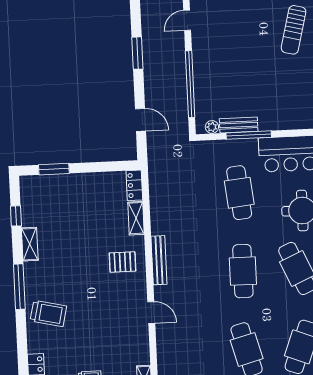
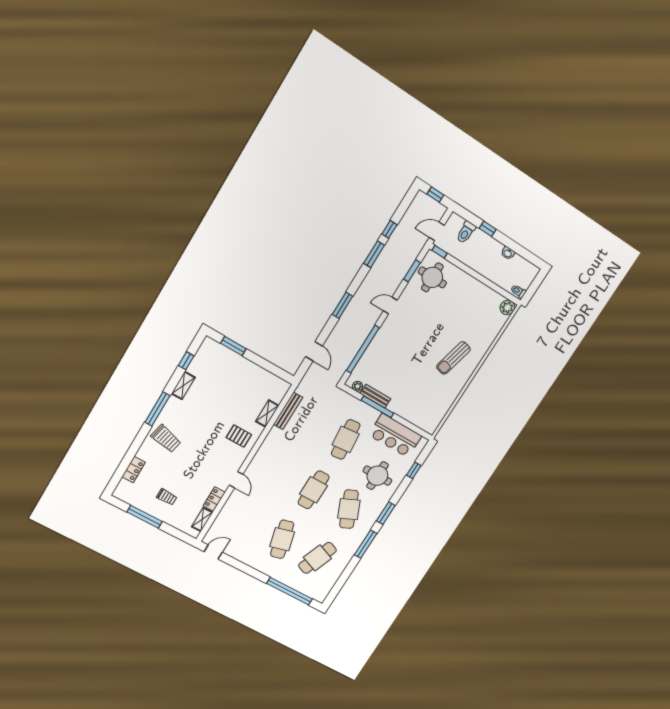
locker: (134, 185) -> (214, 499), moved
bench: (159, 260) -> (288, 411), moved

